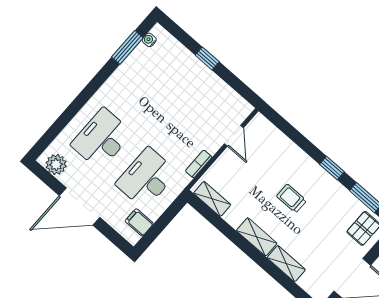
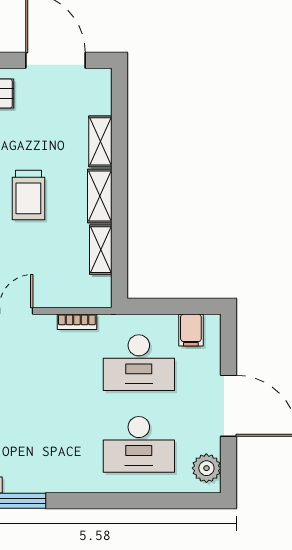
trolley: (292, 198) -> (28, 195), width x1.36, depth x1.39
shelving: (212, 199) -> (101, 250), moved

